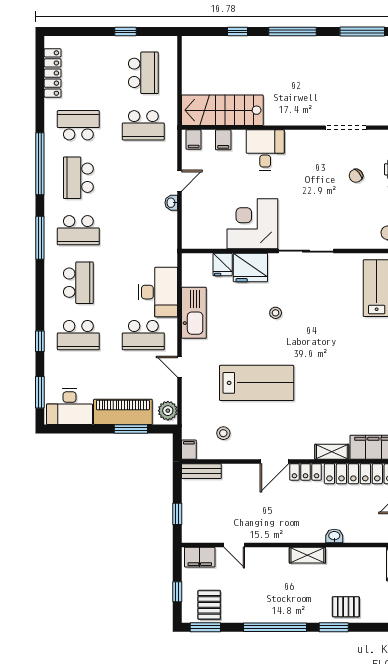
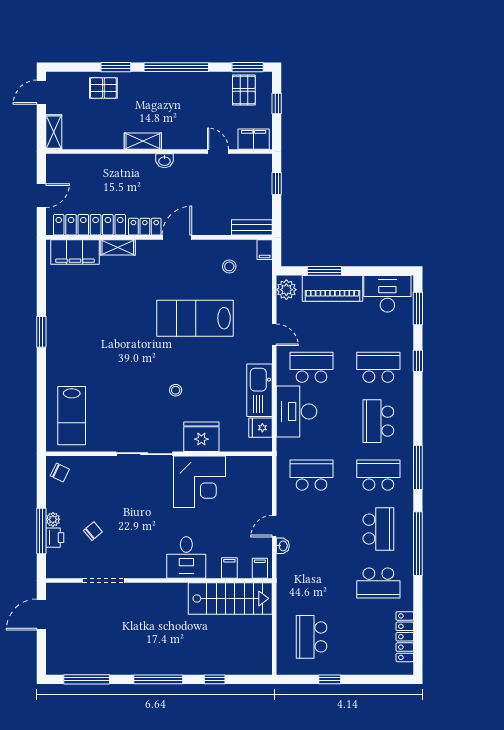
school desk: (143, 125) -> (312, 475), moved
washbasin: (171, 203) -> (283, 546), moved
fridge: (223, 264) -> (261, 428), moved, turned -90
washbasin: (334, 536) -> (164, 161), moved

